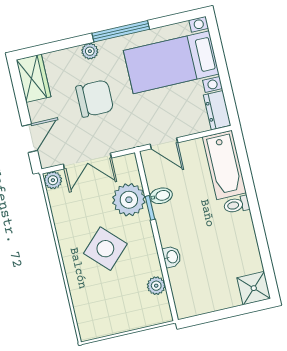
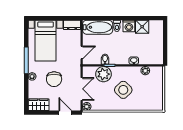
chair: (95, 99) -> (54, 79), turned 180
washing machine: (242, 230) -> (129, 26), added
shower: (254, 288) -> (142, 27), moved

